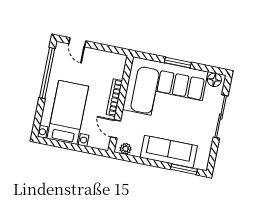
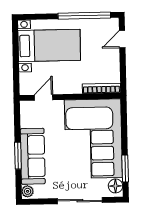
window: (178, 63) -> (125, 169), moved
bookcase: (114, 98) -> (101, 88), moved
plant: (126, 149) -> (28, 191), moved
window: (184, 169) -> (18, 156), moved

